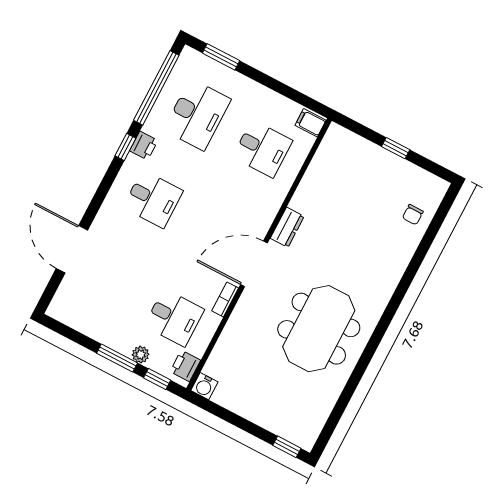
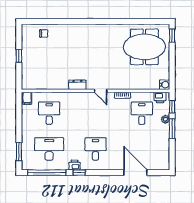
door: (72, 249) -> (135, 173), swing flipped
door: (254, 264) -> (101, 91), width x0.53
meeting table: (319, 329) -> (144, 47), moved

